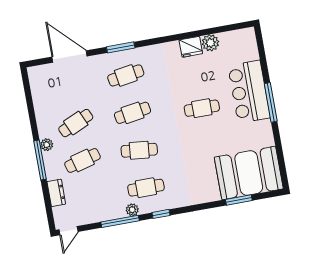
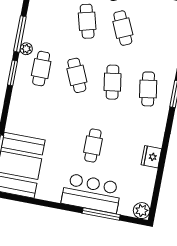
plant: (210, 43) -> (142, 211), moved
window: (271, 102) -> (101, 214), moved
cafe table: (139, 150) -> (77, 75), turned -30
window: (161, 214) -> (13, 73), width x1.50

